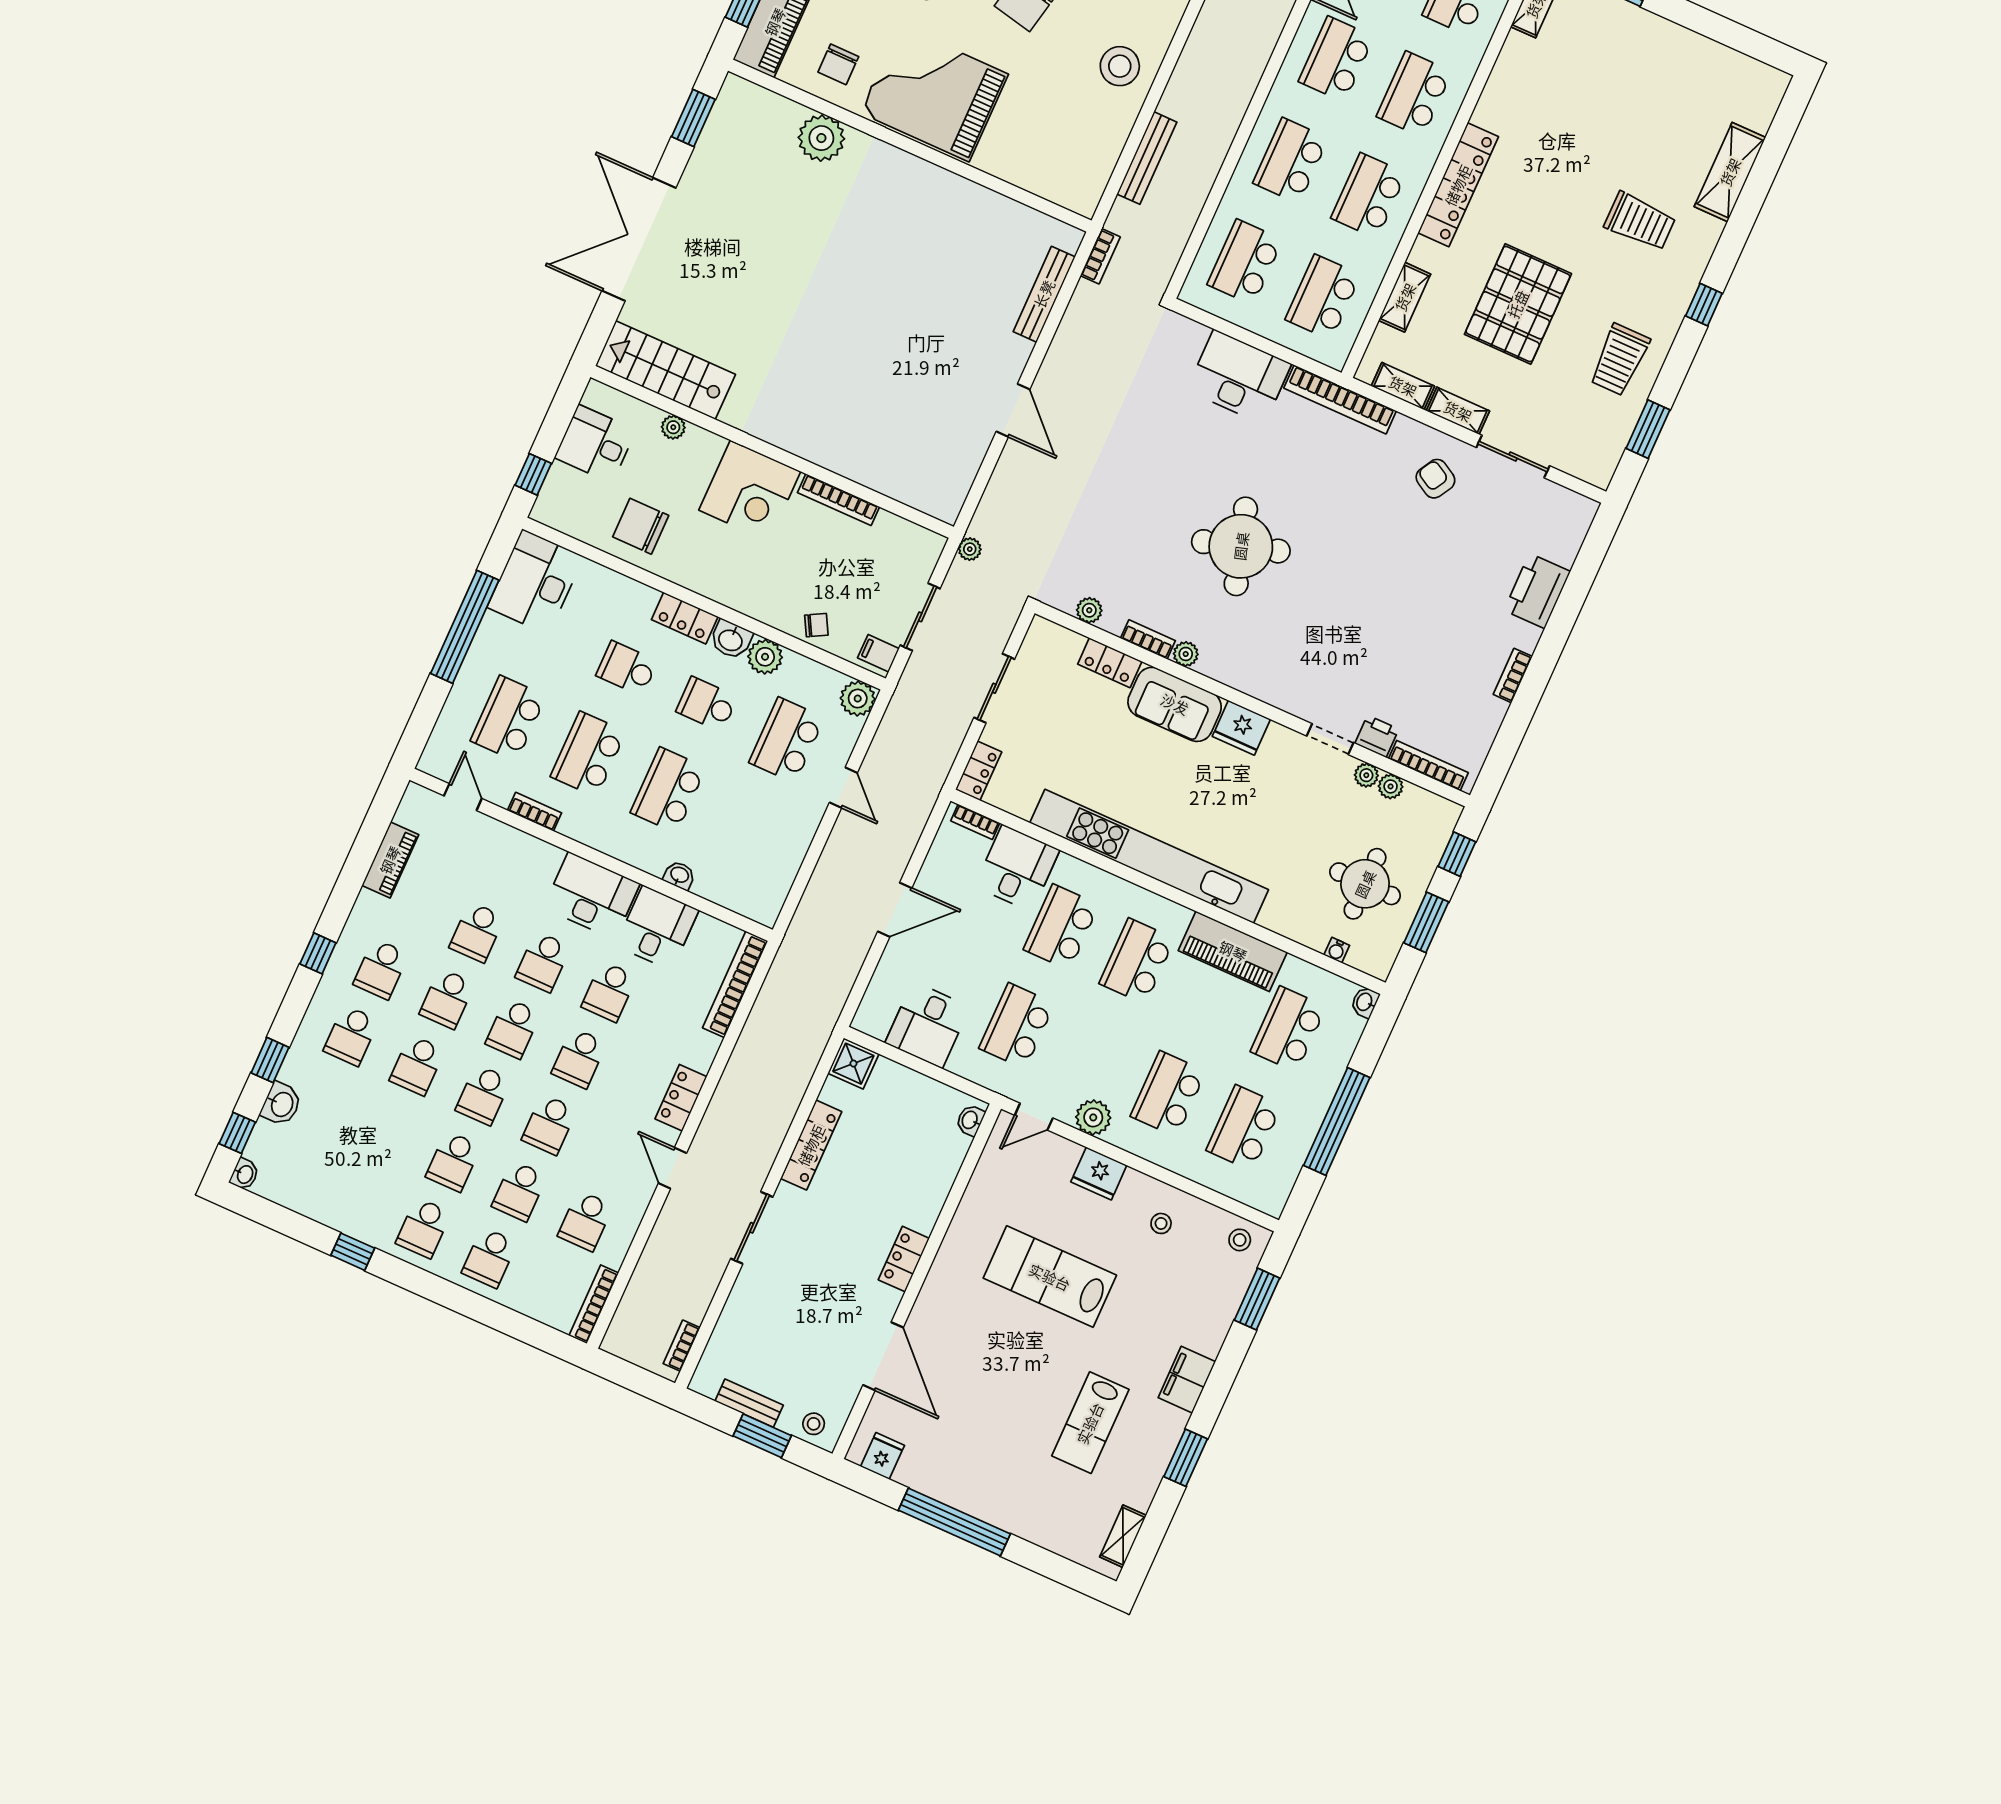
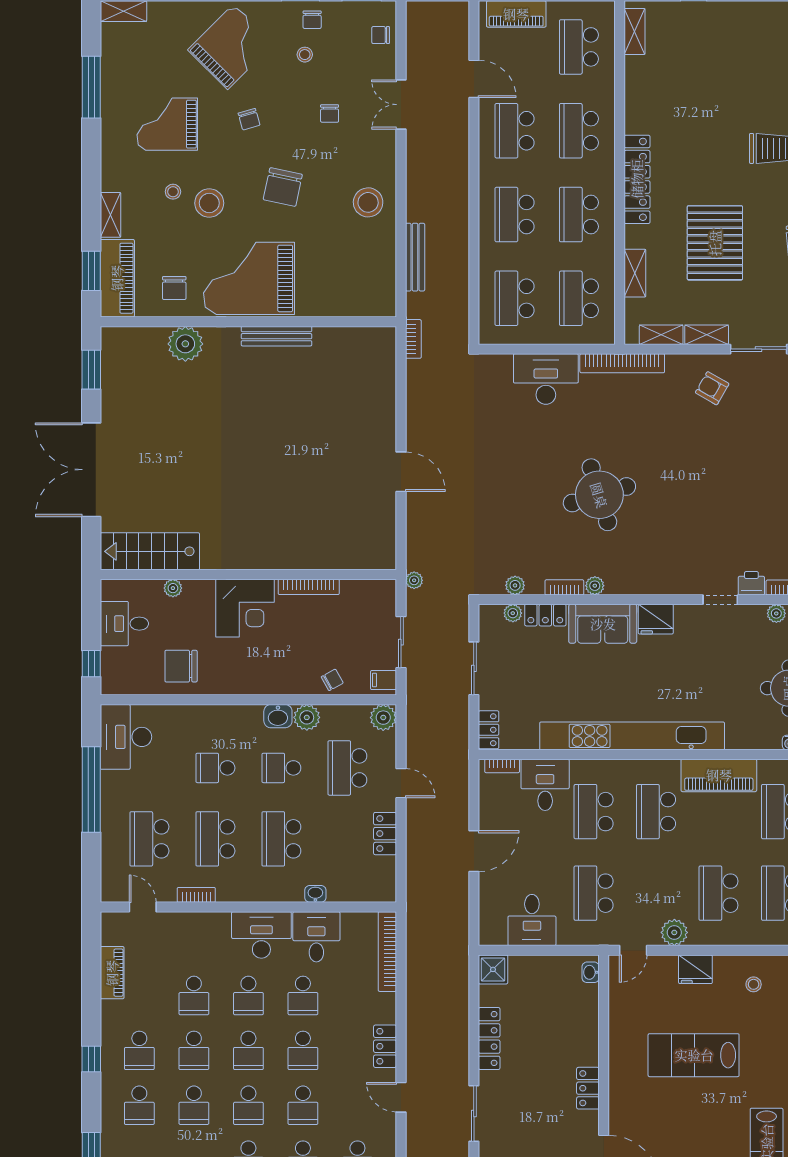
bench: (1044, 294) -> (276, 336), moved, turned 90
locker: (685, 618) -> (385, 834), moved, turned 90
plant: (1366, 775) -> (513, 613), moved

